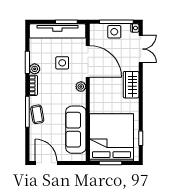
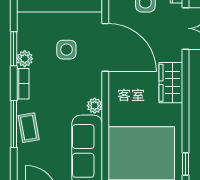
plant: (81, 87) -> (95, 106), moved

